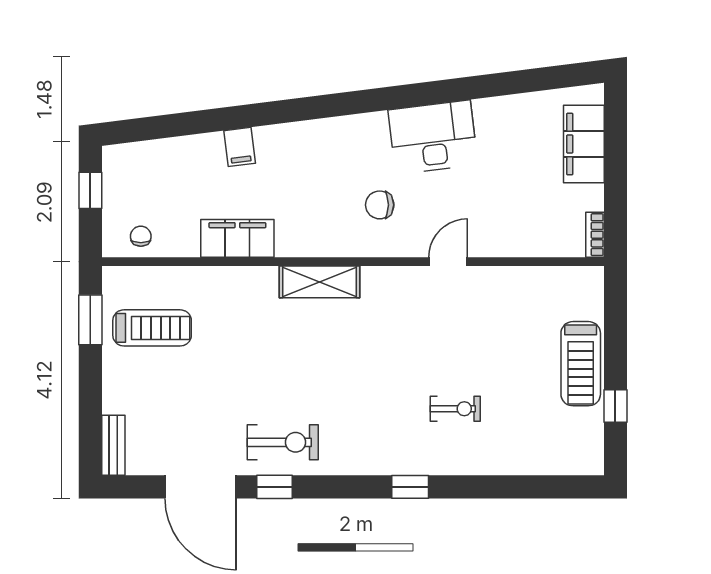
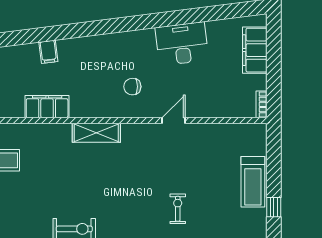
desk: (433, 137) -> (182, 44), moved
exercise bike: (455, 409) -> (178, 209), turned -90

